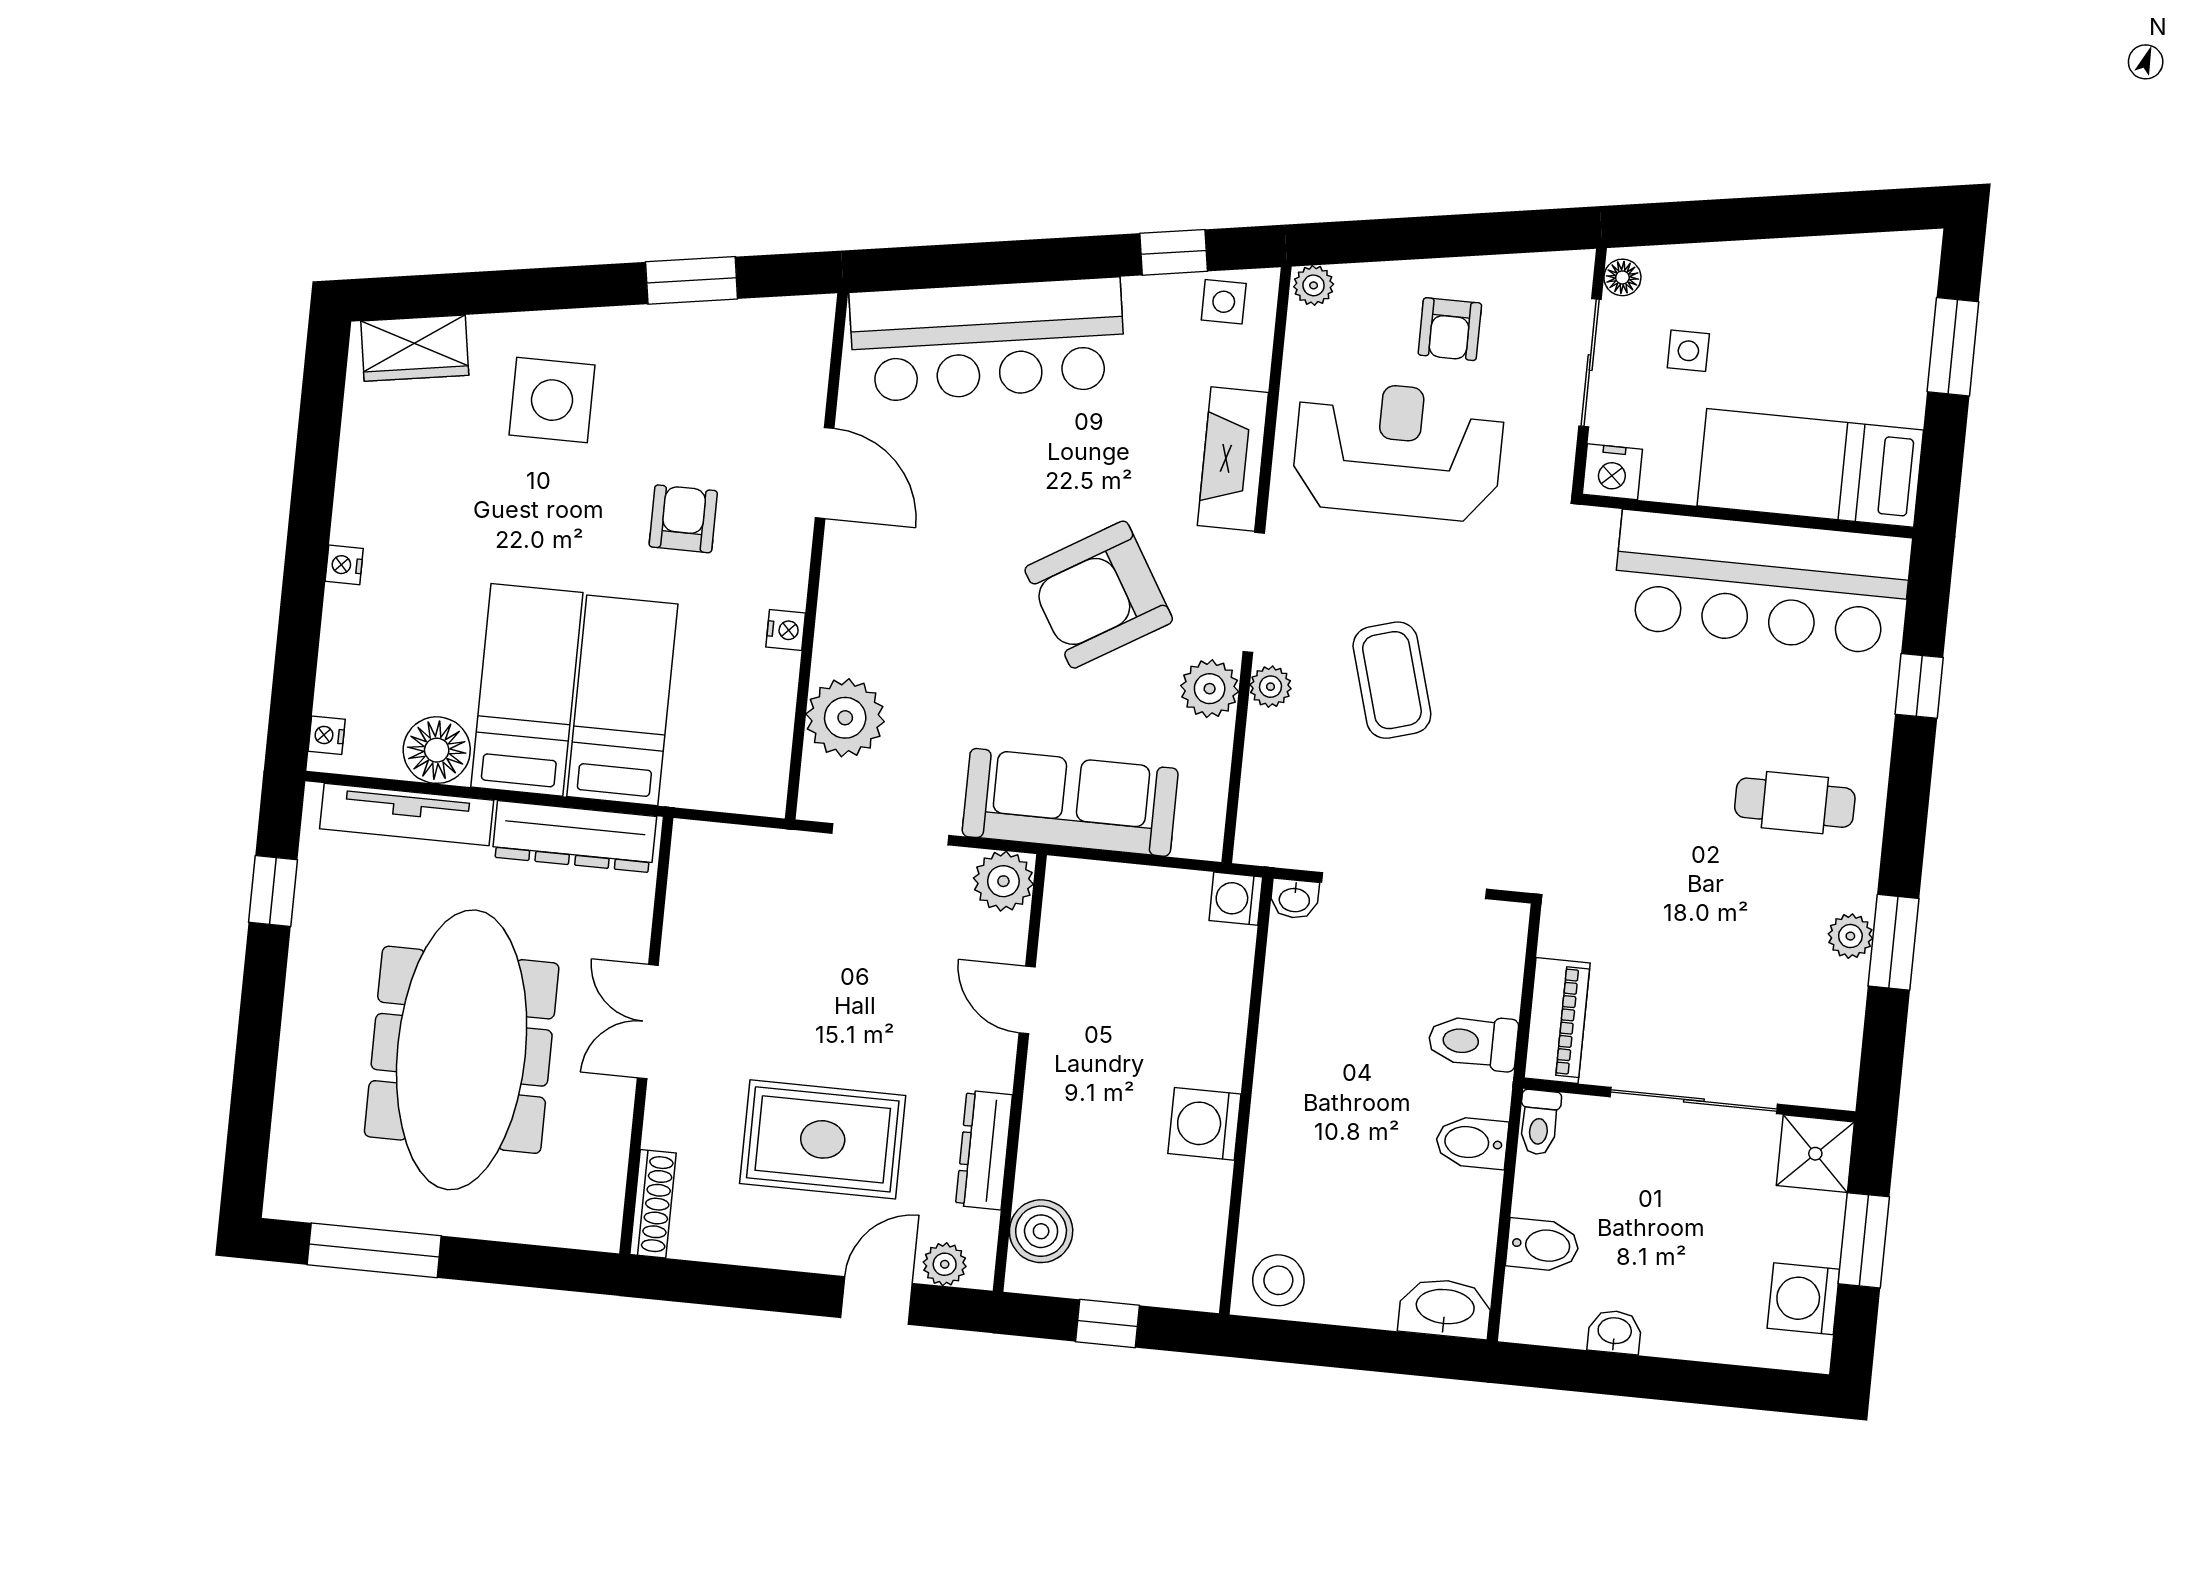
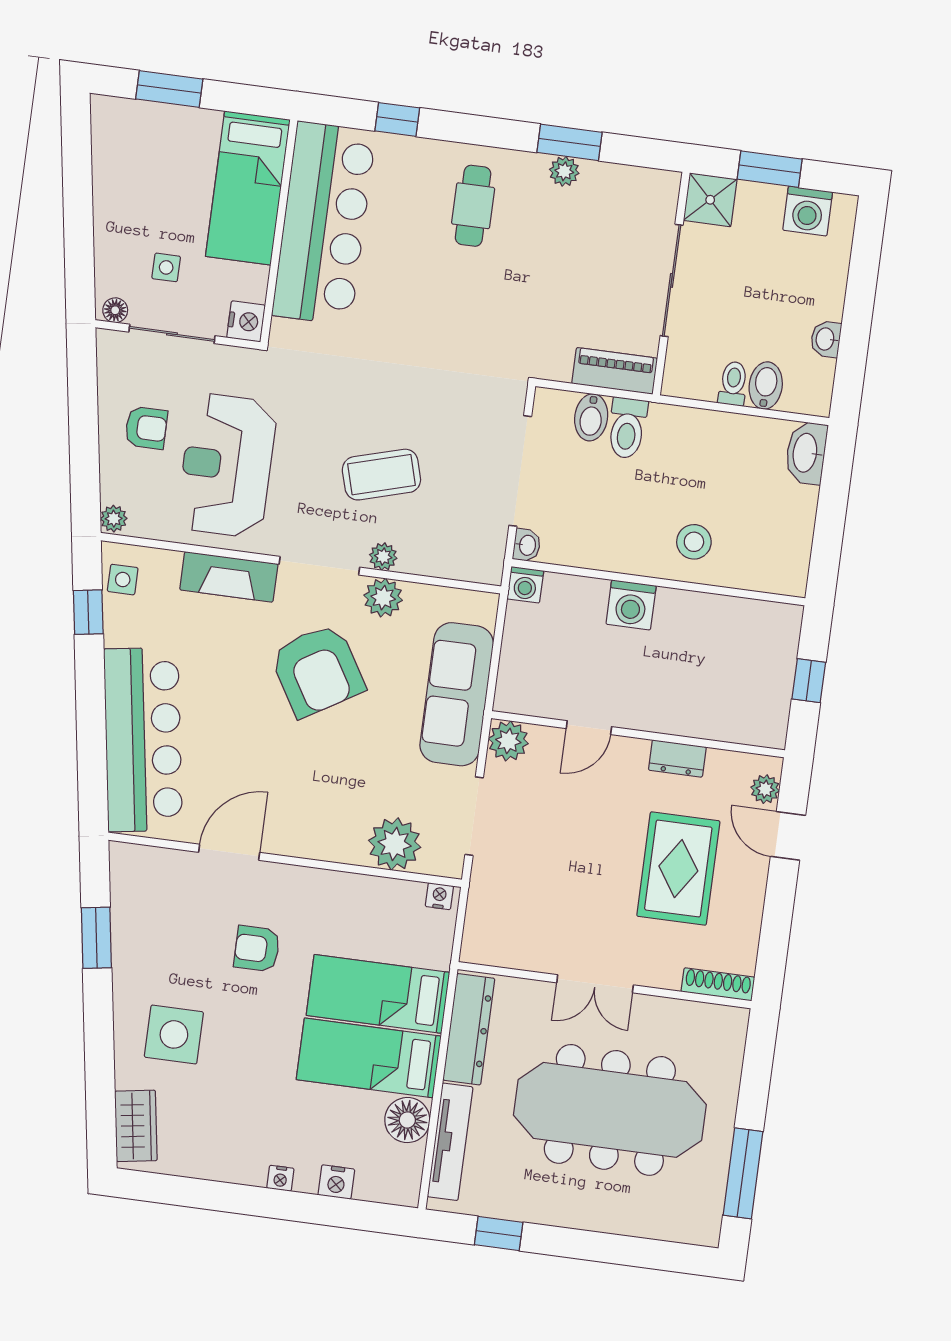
nightstand: (786, 630) -> (439, 896), moved
nightstand: (327, 735) -> (336, 1182), moved, width x1.39, depth x1.35
toilet: (1539, 1122) -> (733, 383), moved, turned -90
washing machine: (1204, 1124) -> (631, 605), moved
bidet: (1472, 1143) -> (591, 417), moved
dresser: (984, 1150) -> (677, 759), width x0.70
boiler: (1041, 1231) -> (745, 723), removed
stool: (1278, 1280) -> (694, 542), moved

